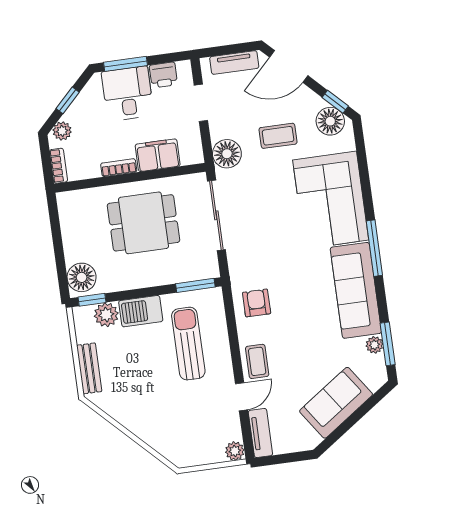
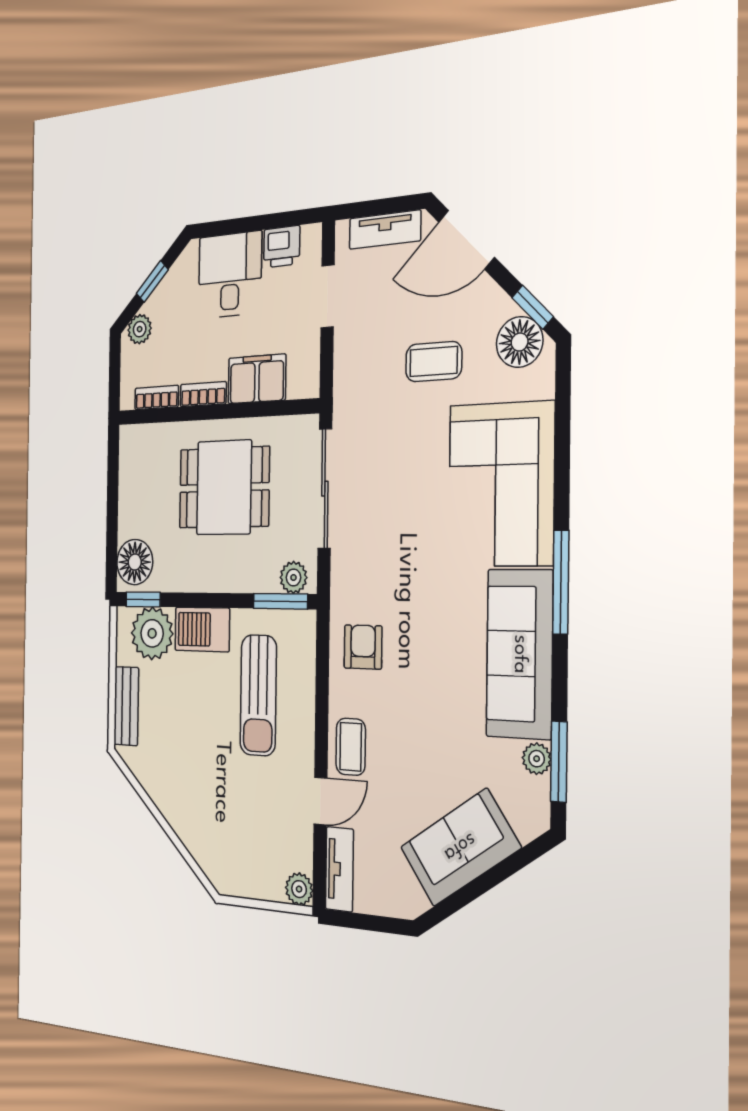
window: (125, 64) -> (233, 226), removed
floor lamp: (227, 154) -> (354, 386), removed
bookcase: (58, 166) -> (157, 397), moved, turned -90
plant: (203, 270) -> (293, 577), added
plant: (106, 315) -> (152, 633), width x1.36, depth x1.36
sun lounger: (188, 344) -> (258, 695), turned 180

